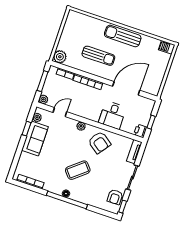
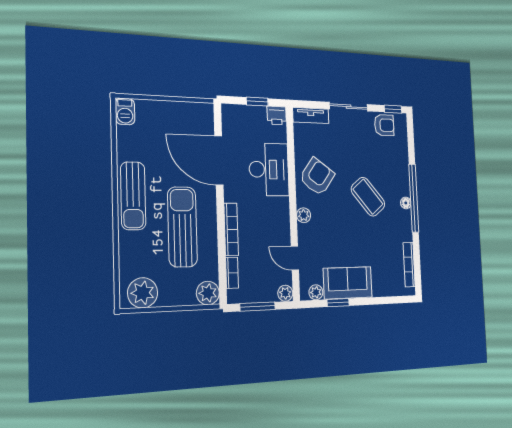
plant: (73, 23) -> (143, 293), added
sun lounger: (98, 56) -> (182, 227), width x1.36, depth x1.34
desk: (112, 115) -> (269, 169), width x1.37

